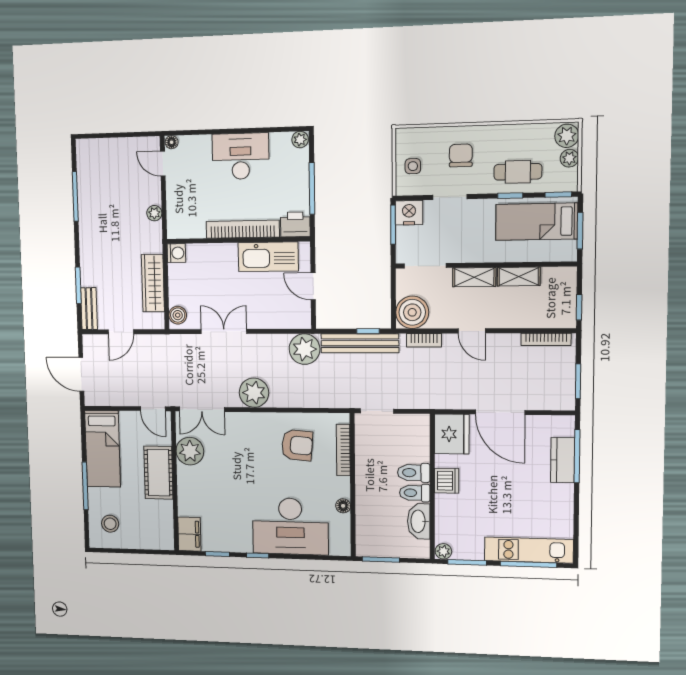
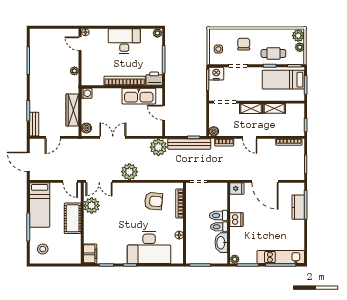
boiler: (412, 312) -> (214, 131), width x0.54, depth x0.54
fridge: (452, 434) -> (237, 189), width x0.53, depth x0.75

